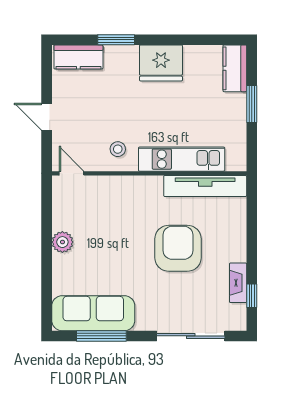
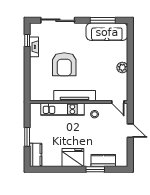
kitchen counter: (78, 57) -> (103, 161), moved
tv unit: (205, 186) -> (75, 96), moved

